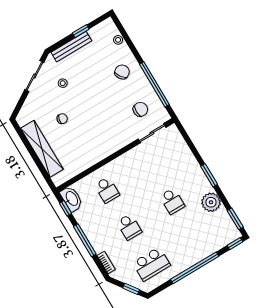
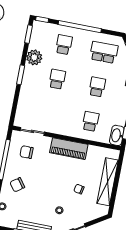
piano: (105, 147) -> (69, 149), added
school desk: (194, 238) -> (64, 45), added

